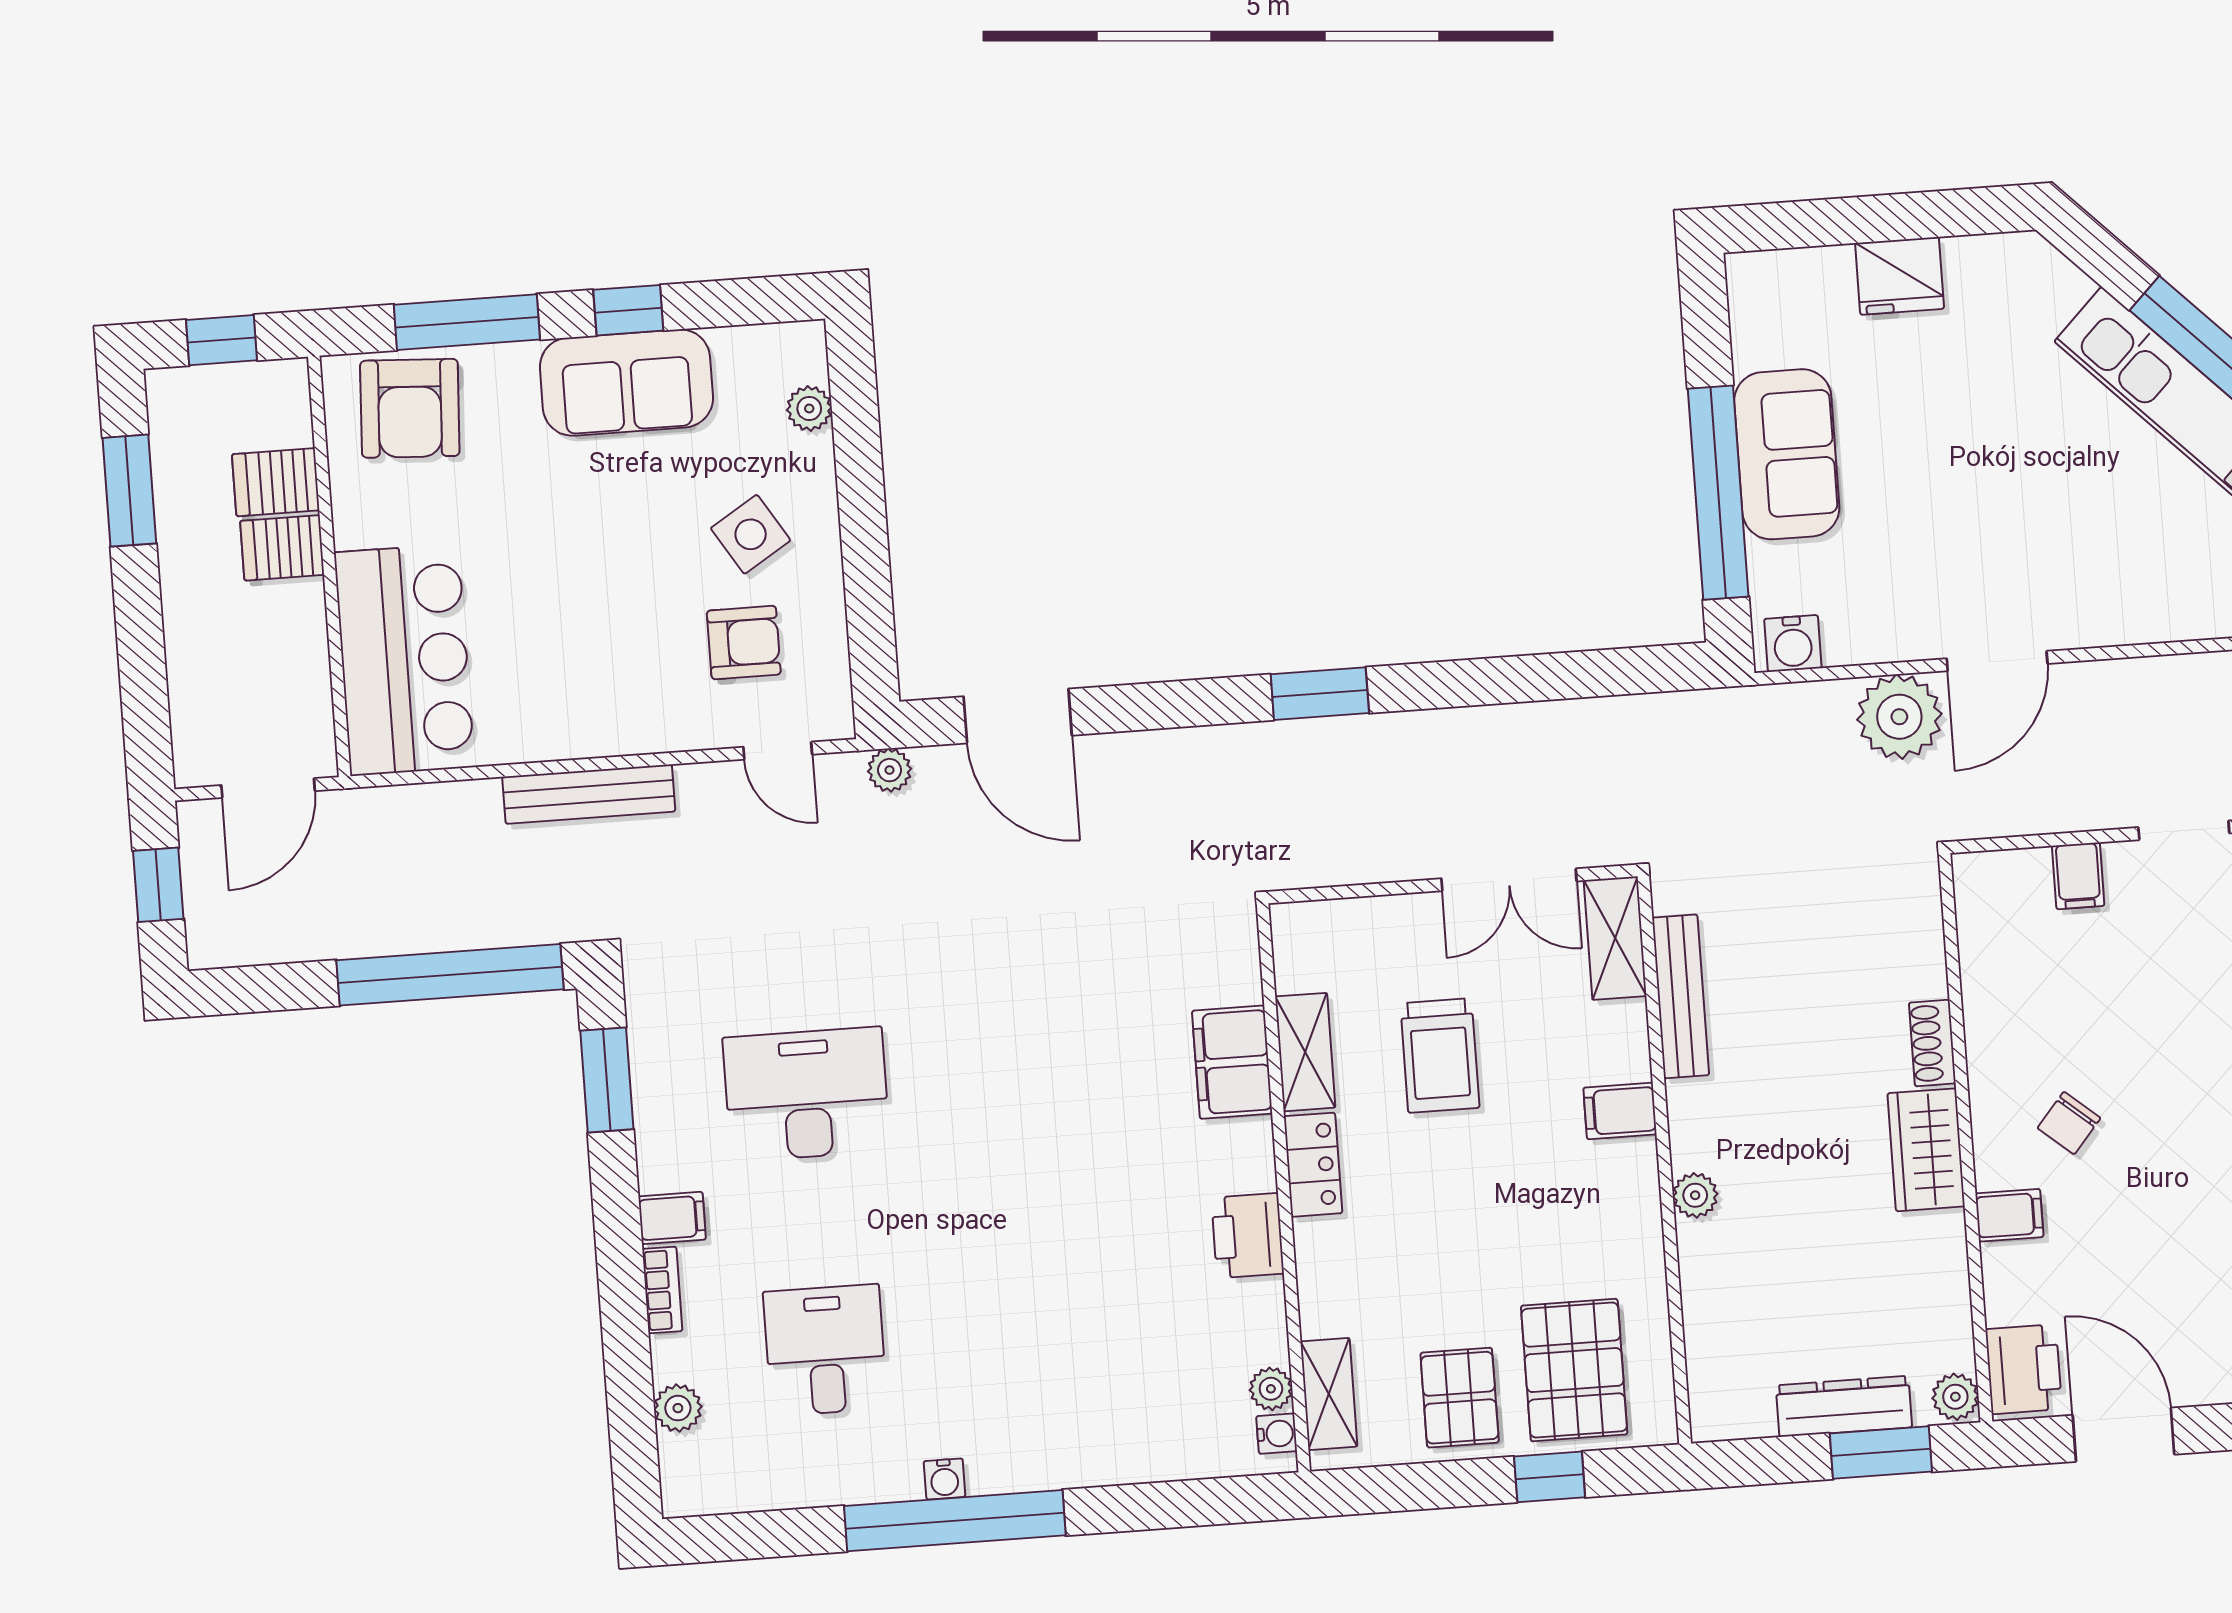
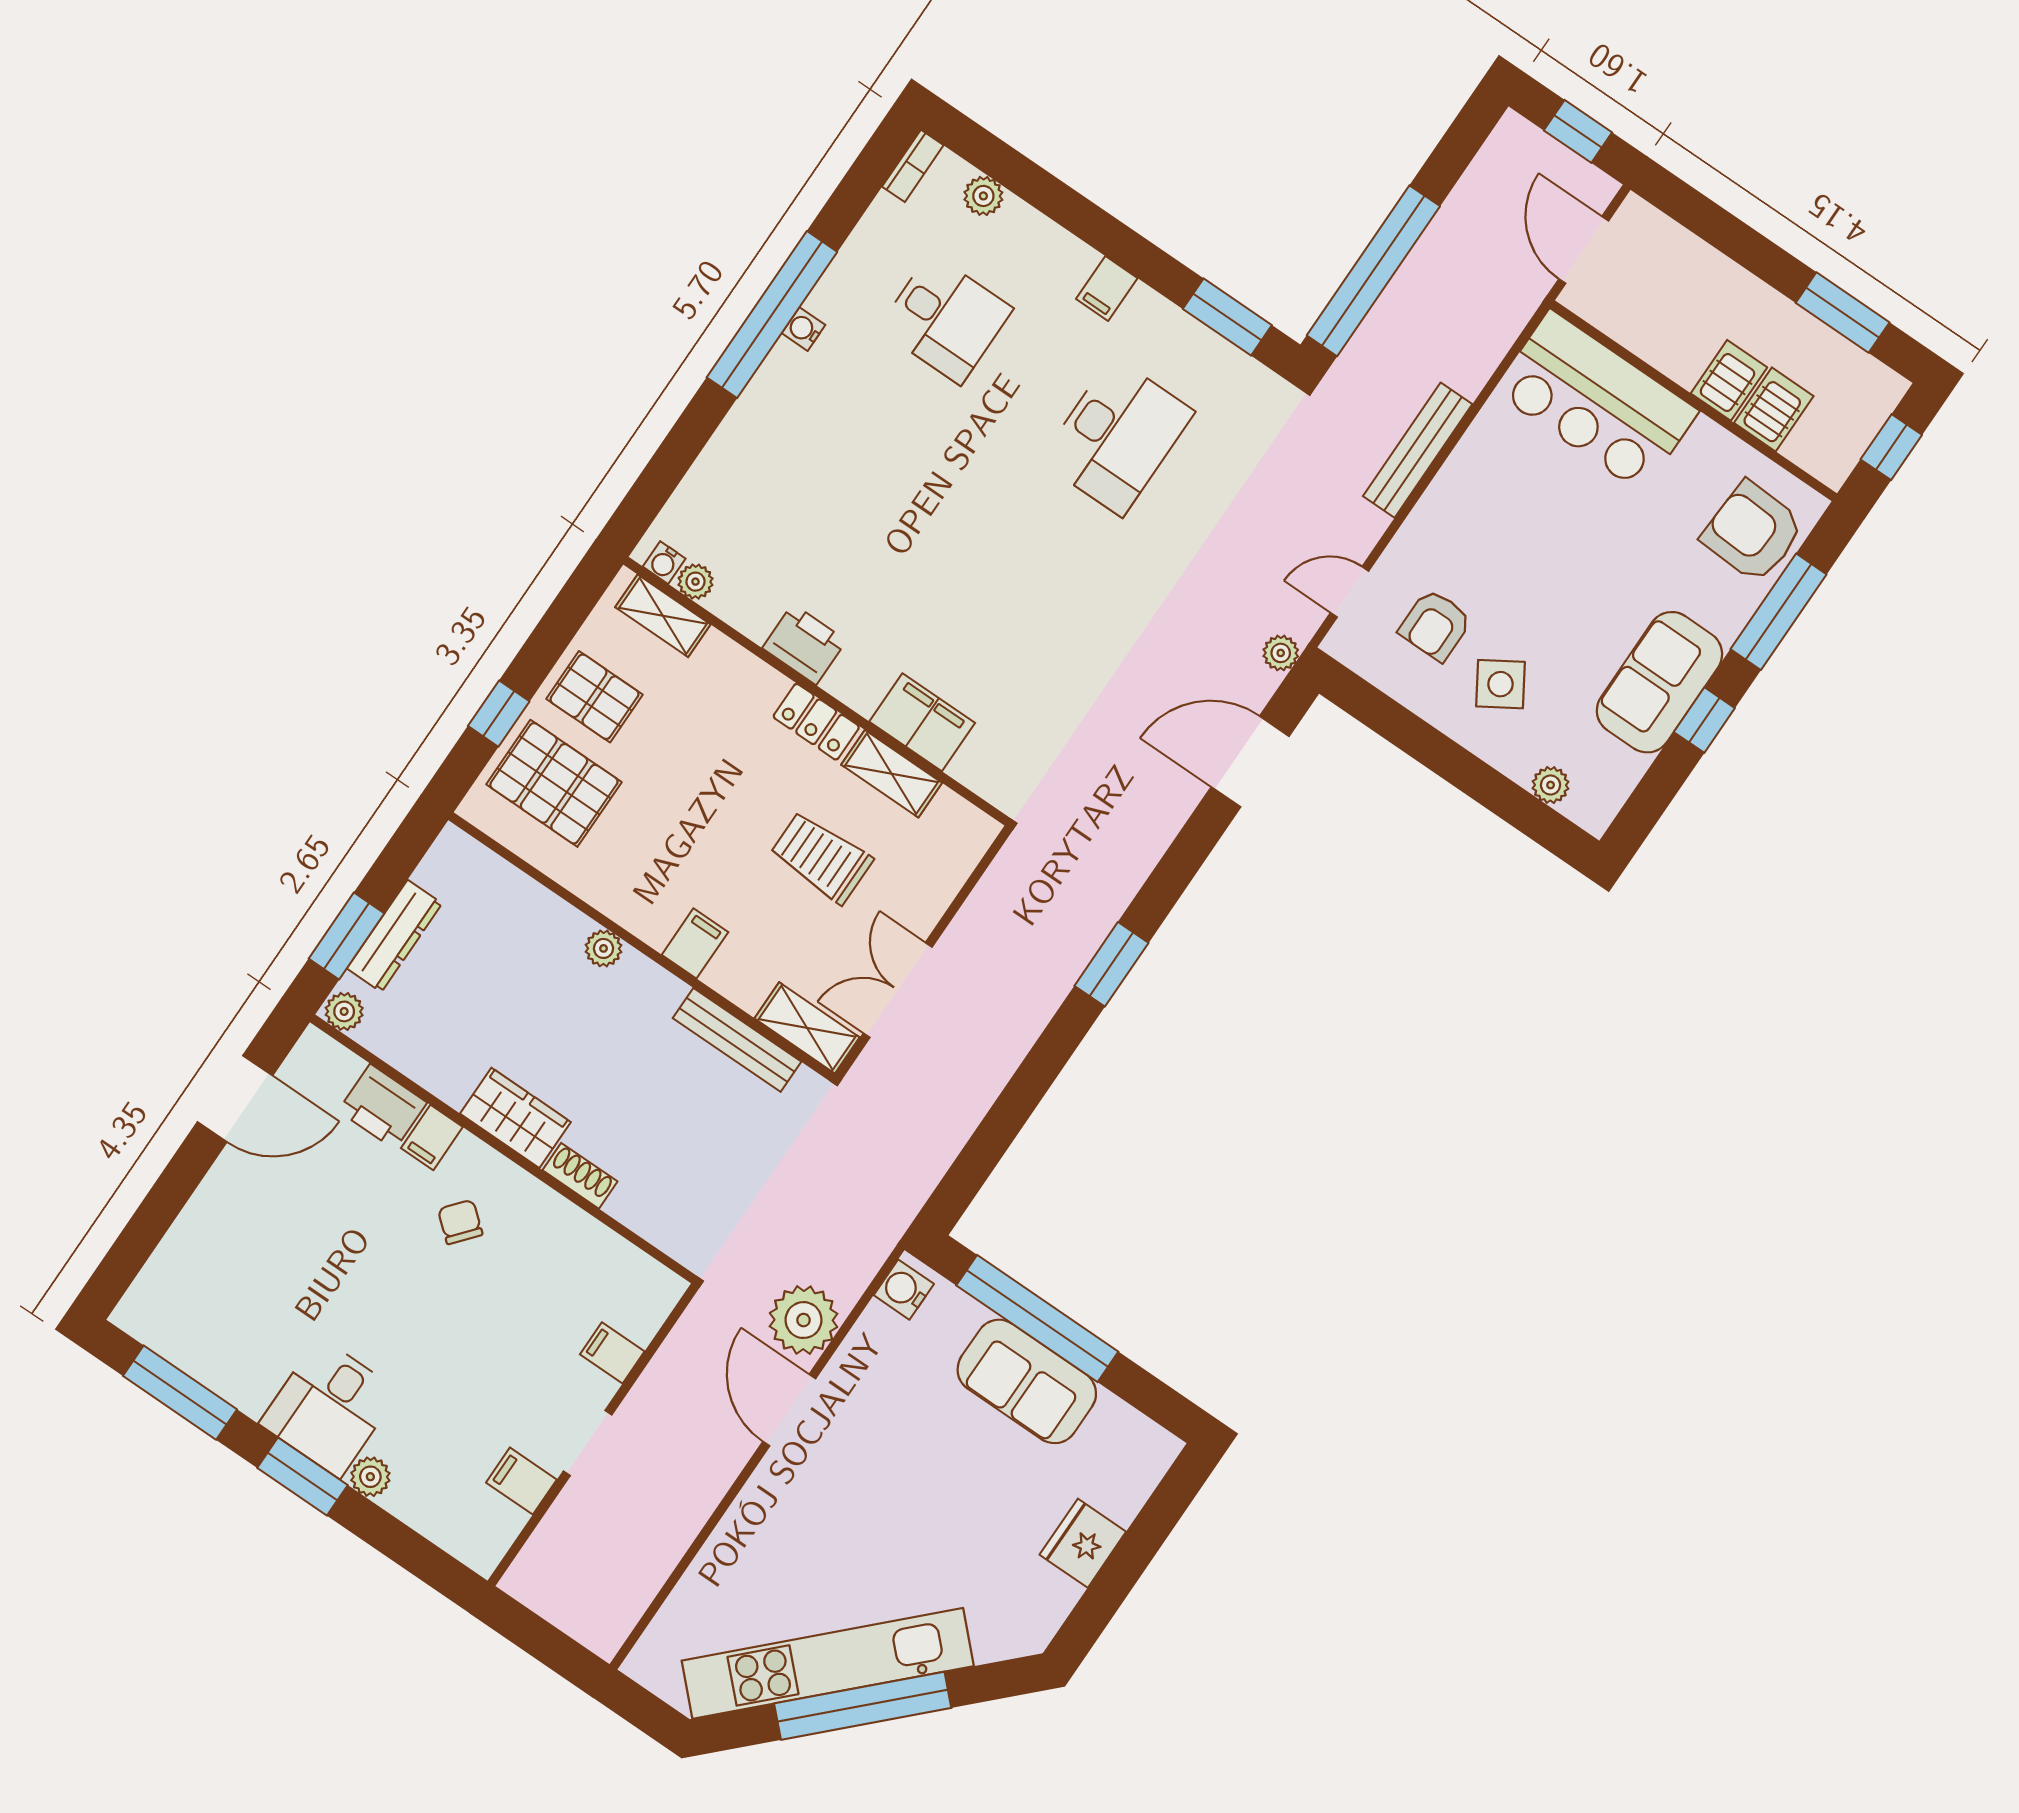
bookcase: (662, 1290) -> (913, 166), moved, turned -90
printer: (2024, 1369) -> (383, 1107), moved

